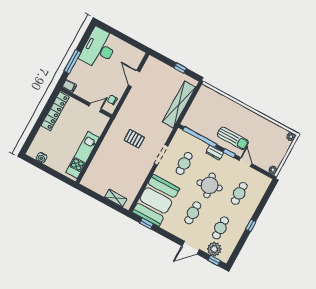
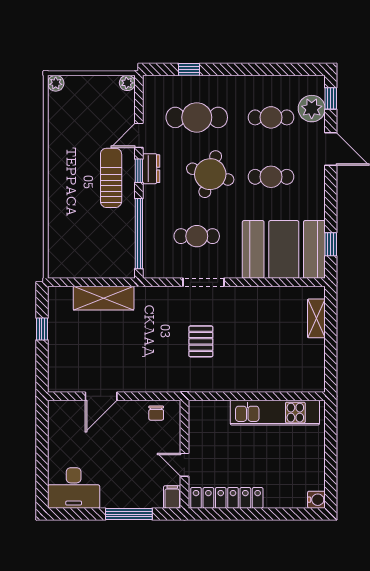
desk: (99, 49) -> (74, 488), width x0.73, depth x0.77
shelving: (179, 104) -> (104, 298), width x0.68
door: (95, 108) -> (184, 465), moved
dresser: (215, 153) -> (151, 169), moved
water cooler: (42, 158) -> (316, 500), moved
round table: (210, 185) -> (210, 174), turned 30
cafe table: (239, 193) -> (197, 117), width x1.37, depth x1.35
window: (251, 225) -> (189, 69), moved

